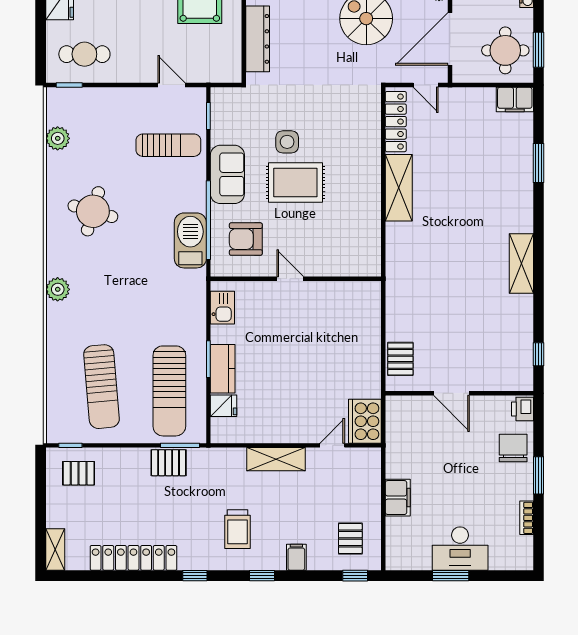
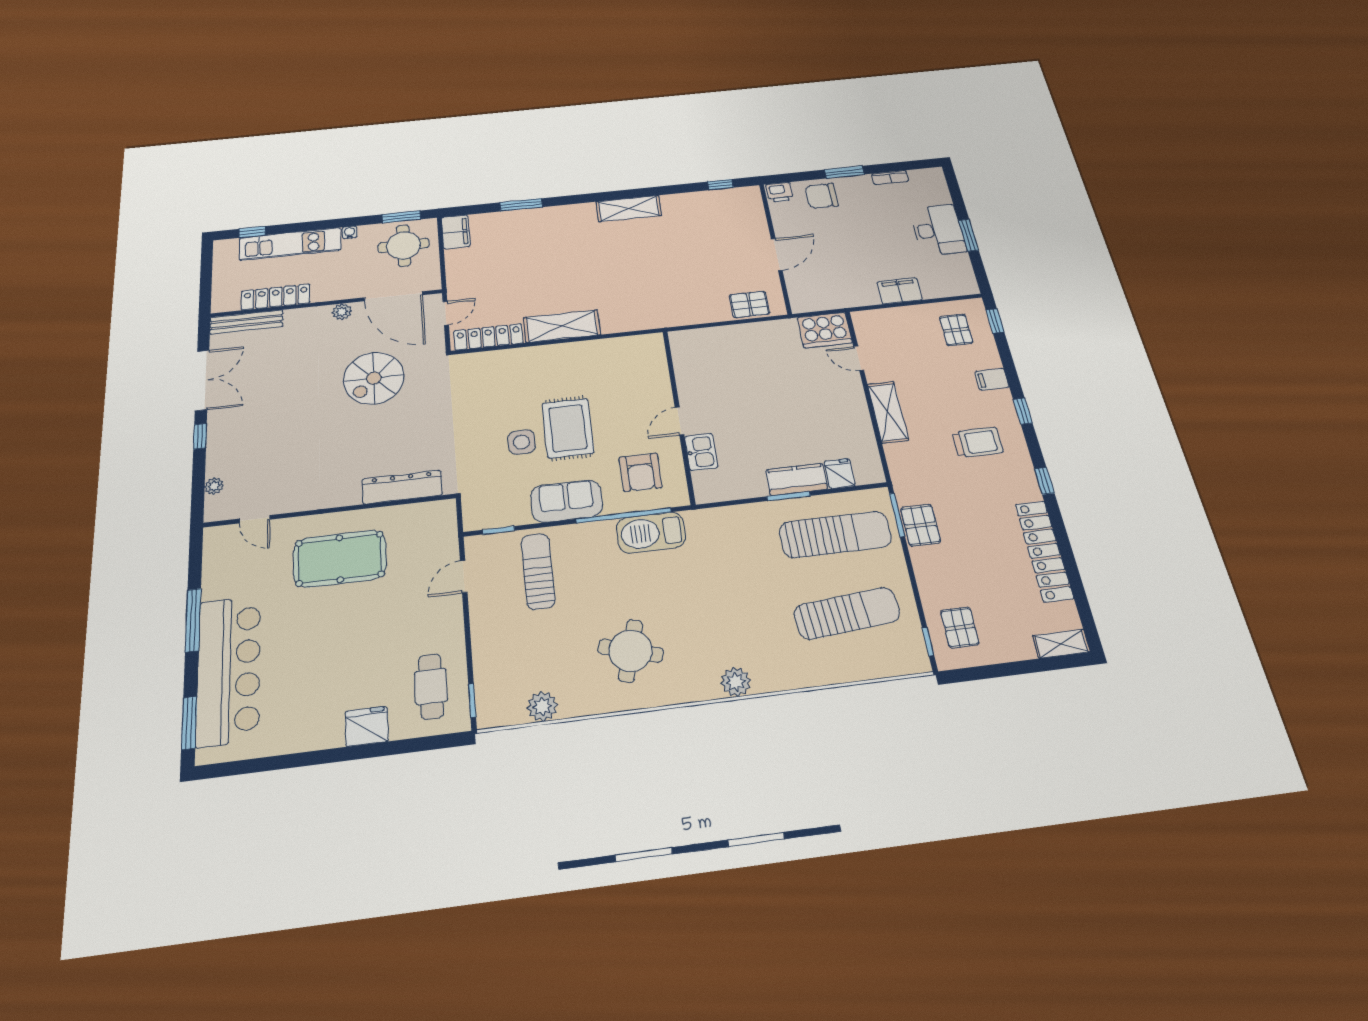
kitchen sink: (222, 308) -> (701, 452), moved, turned 90
pallet: (350, 539) -> (956, 330), turned 90

